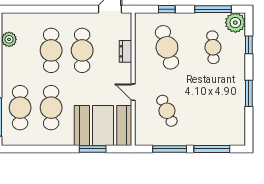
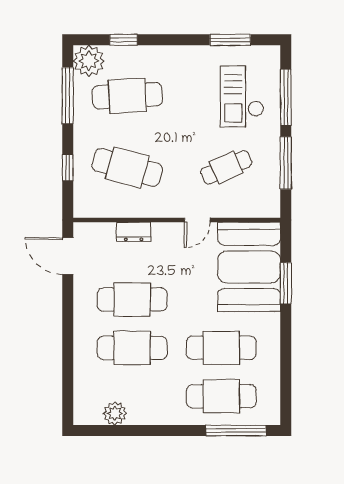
cafe table: (167, 47) -> (127, 167), turned 30
cafe table: (213, 47) -> (127, 96), width x1.37, depth x1.35
window: (249, 93) -> (230, 40), moved
checkout: (212, 121) -> (242, 96), added

